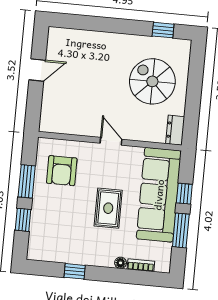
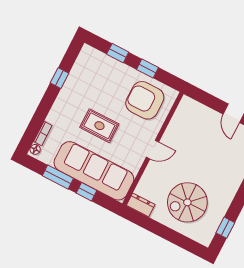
spiral stairs: (152, 81) -> (187, 202), turned 180
armchair: (62, 171) -> (145, 100), width x1.36, depth x1.36
window: (27, 181) -> (147, 69), width x0.67
floor lamp: (121, 263) -> (35, 149), moved

